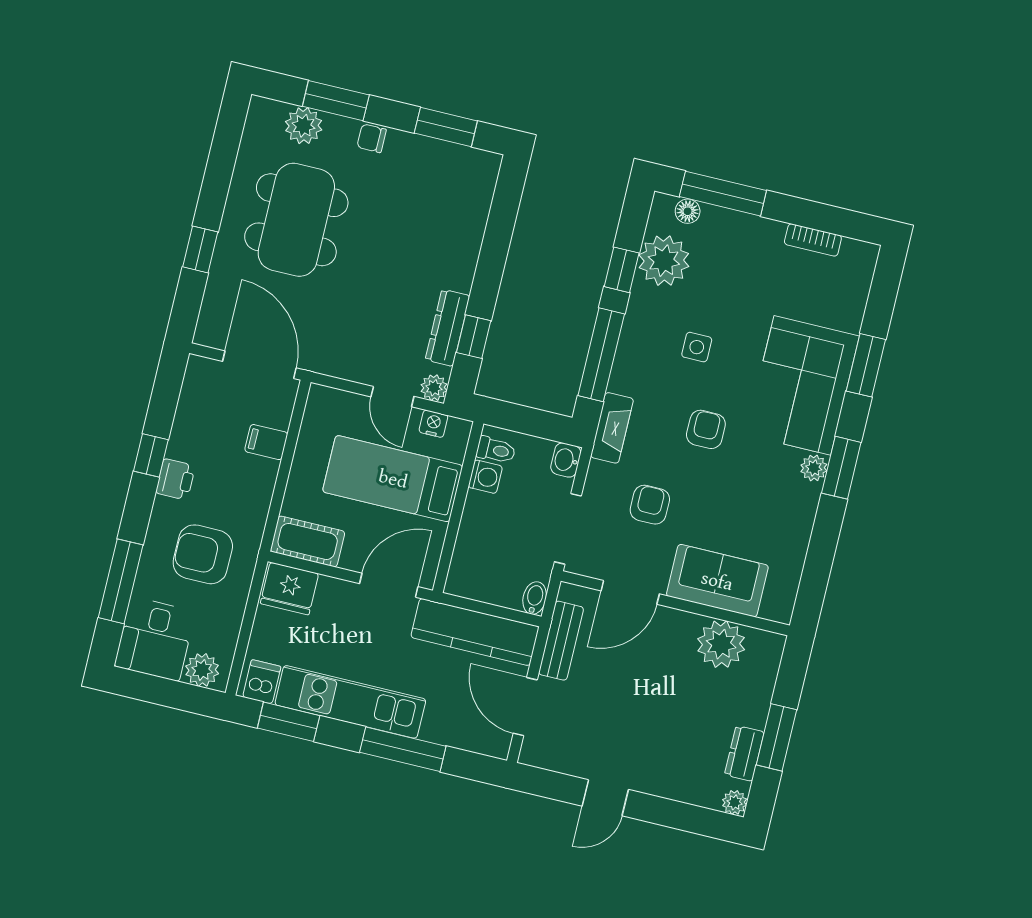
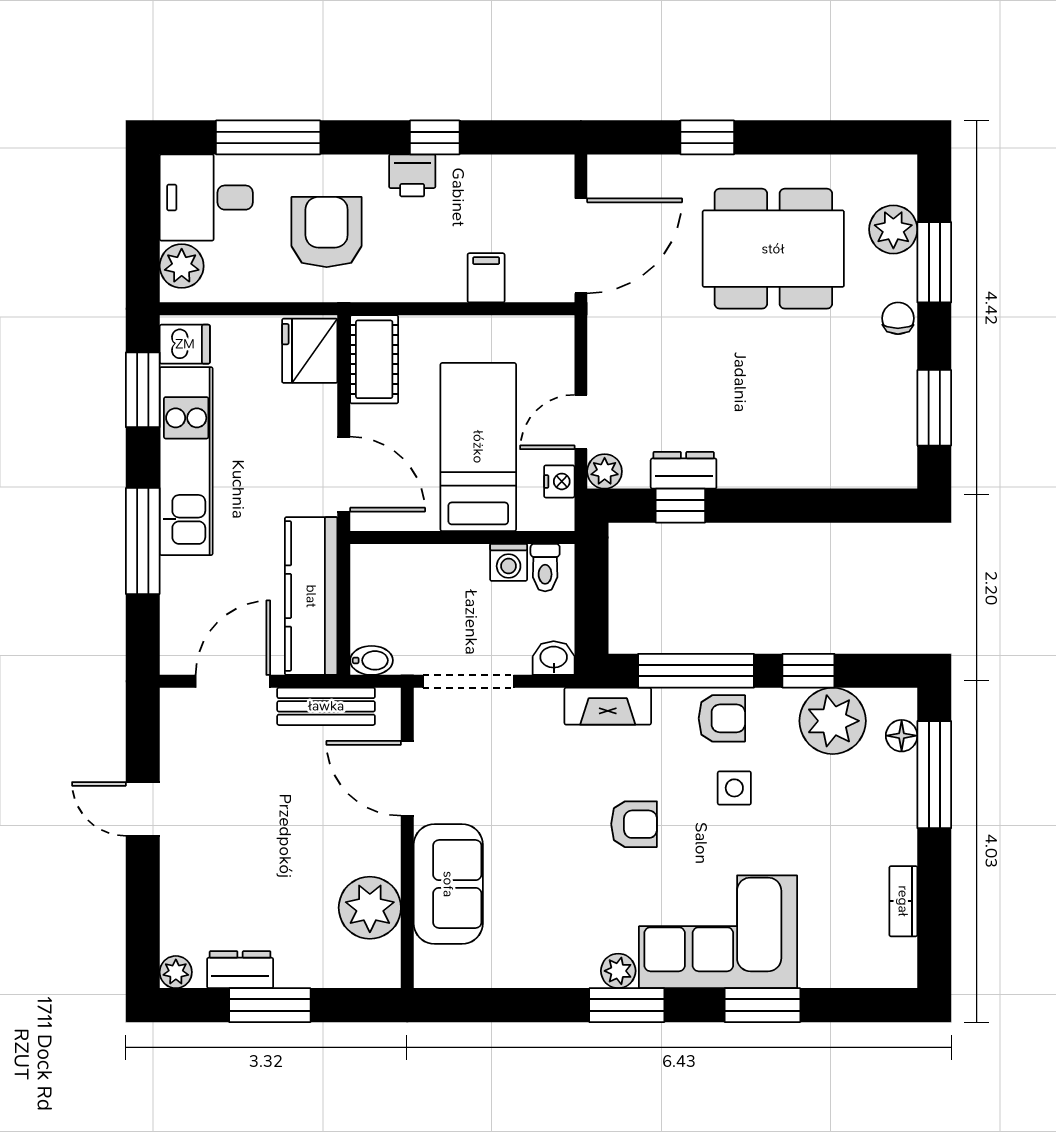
dresser: (447, 328) -> (684, 470), width x0.70
armchair: (650, 505) -> (722, 718), moved

